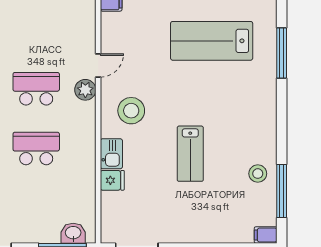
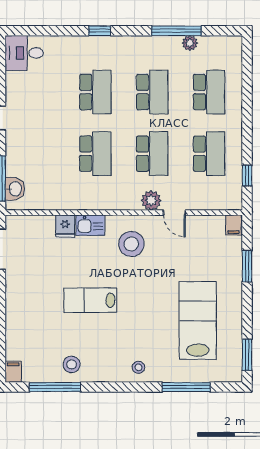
school desk: (36, 29) -> (209, 154), added
stool: (261, 103) -> (138, 367), added

